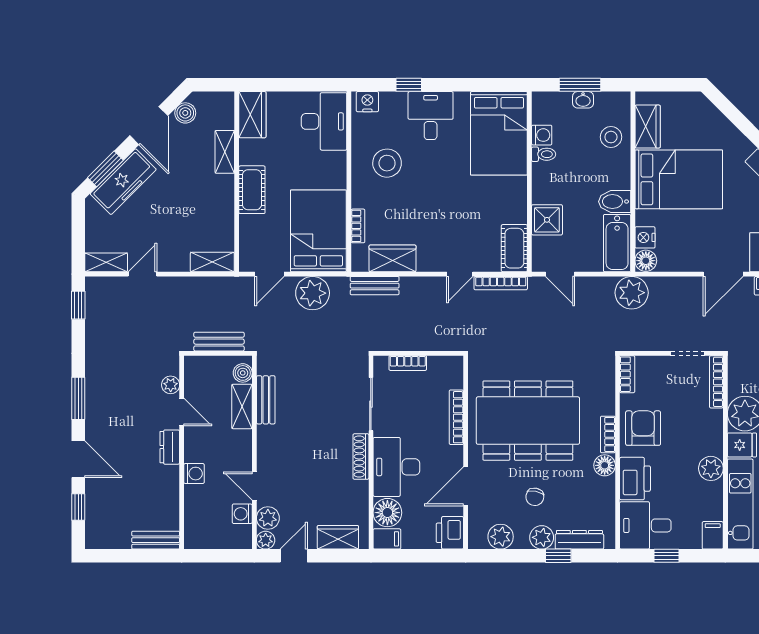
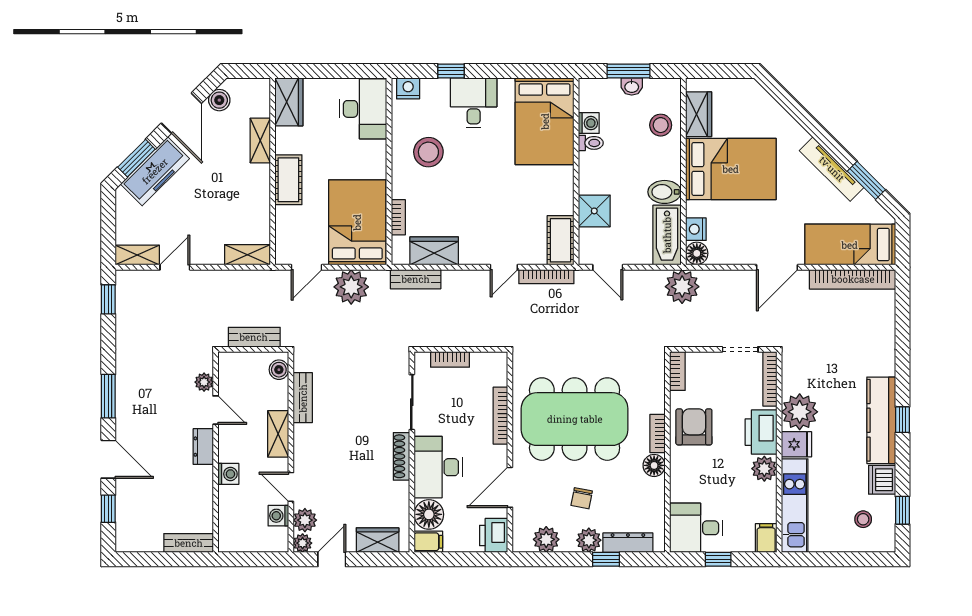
shelving: (242, 406) -> (278, 434), moved
printer: (635, 479) -> (761, 432), moved, turned 180

